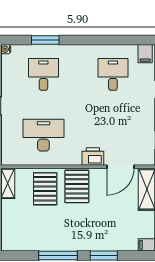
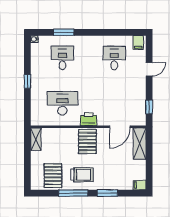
printer: (93, 156) -> (89, 119), moved
pallet: (45, 189) -> (53, 176), moved
trolley: (70, 231) -> (82, 175), added

